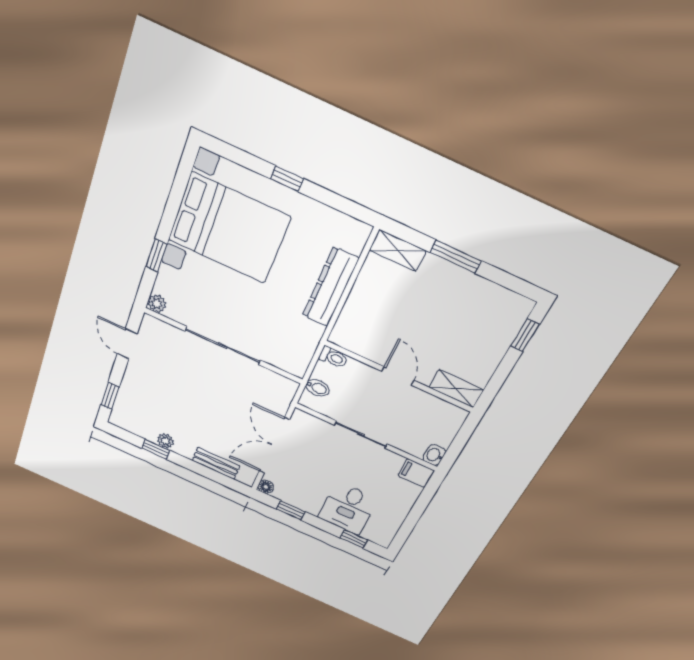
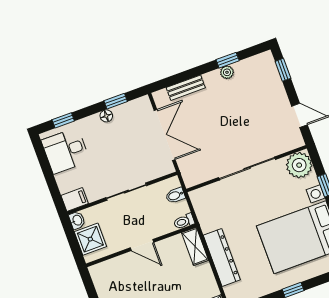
plant: (157, 304) -> (299, 165), width x1.88, depth x1.88
shelving: (456, 389) -> (195, 246), moved, turned 90
shower: (441, 428) -> (90, 239), added
floor lamp: (266, 487) -> (106, 116), moved
desk: (348, 508) -> (66, 151), moved, turned -90

